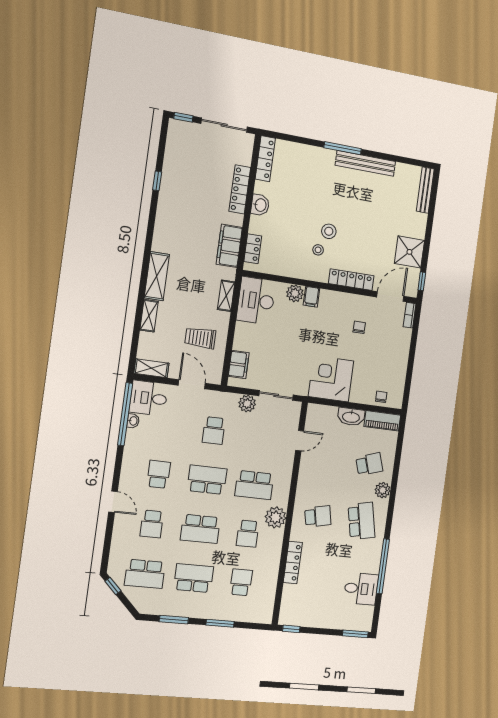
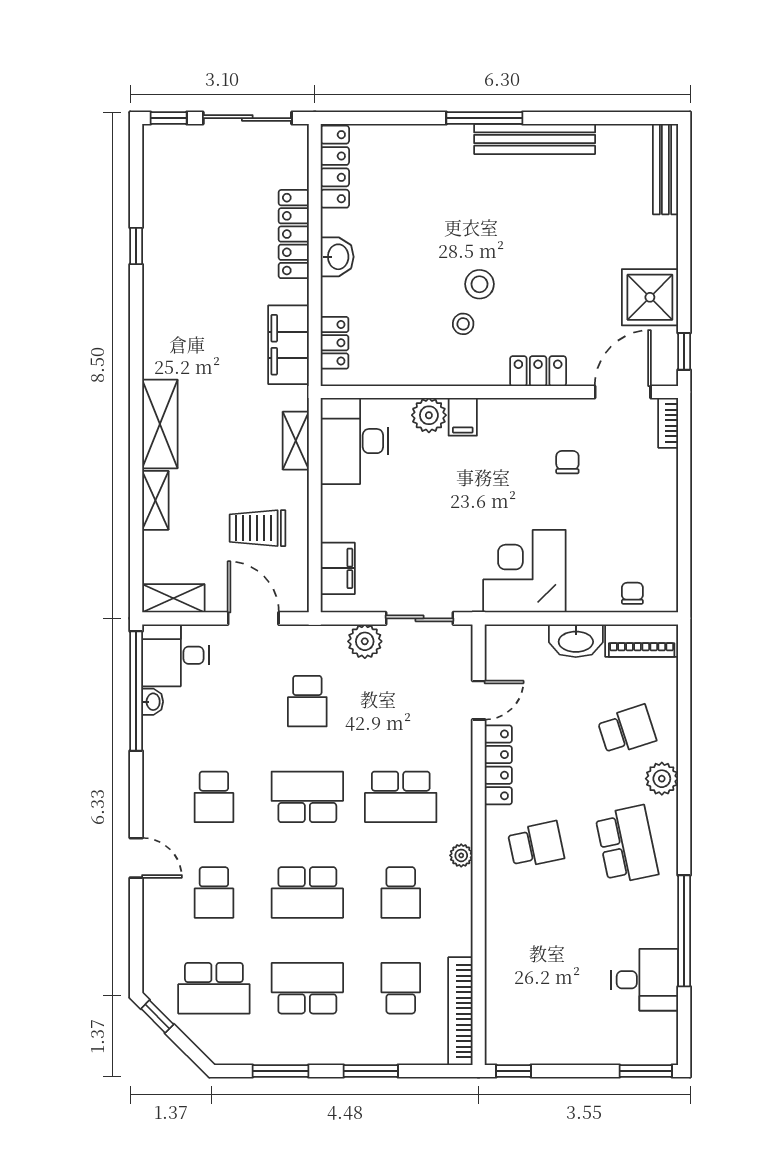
locker: (351, 280) -> (538, 371), width x0.66
school desk: (159, 474) -> (214, 797), turned 180
plant: (275, 517) -> (461, 855), width x0.53, depth x0.53
locker: (293, 562) -> (498, 765), moved
bookcase: (269, 597) -> (460, 1011), added

